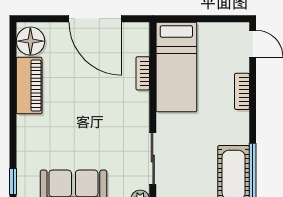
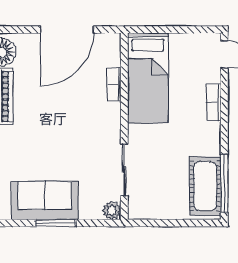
door: (95, 19) -> (67, 30), hinge flipped

